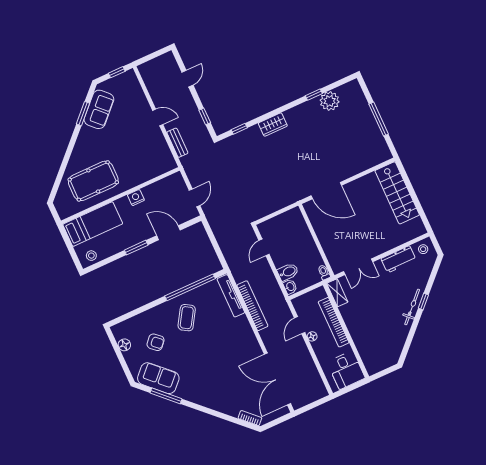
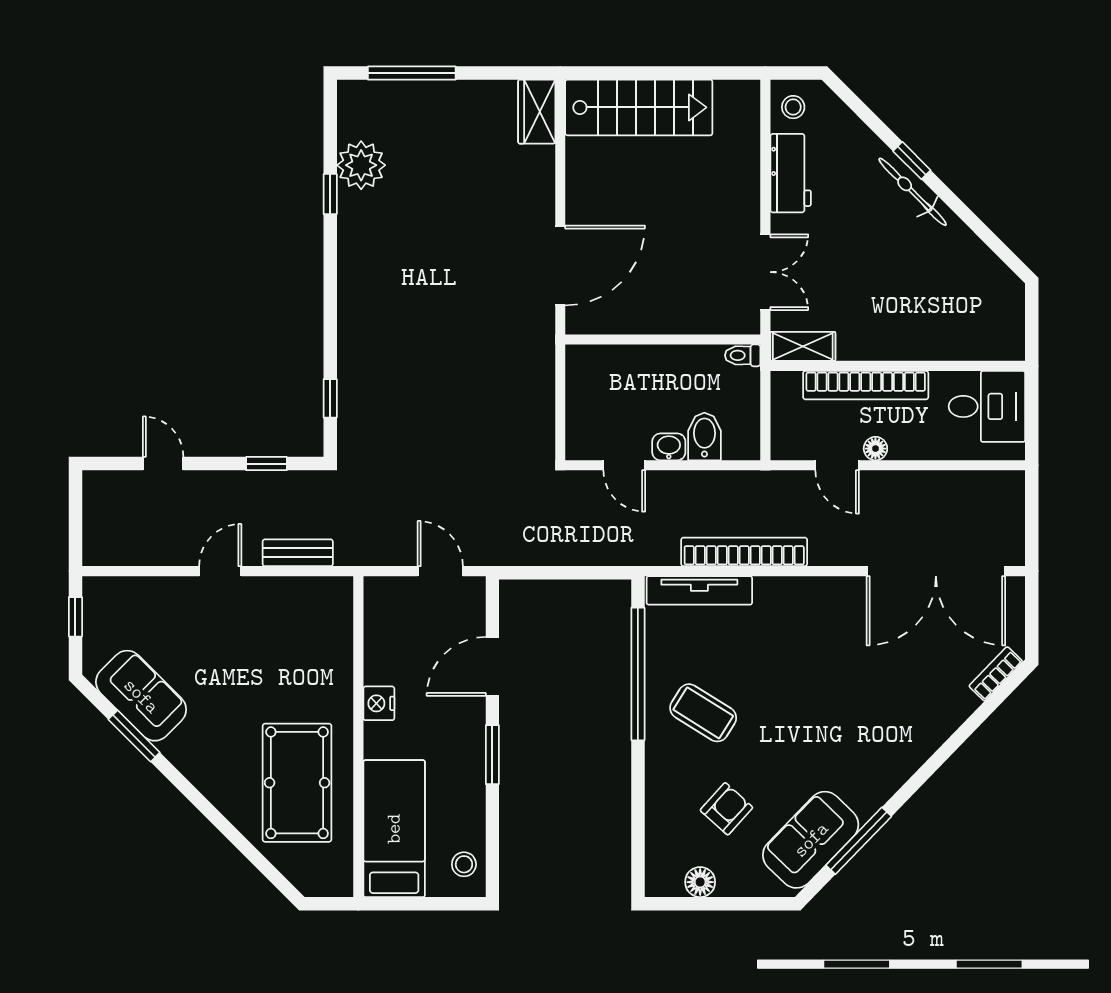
window: (379, 119) -> (412, 73), moved
wardrobe: (273, 125) -> (537, 112), moved, turned 180
washbasin: (290, 287) -> (669, 447), moved

